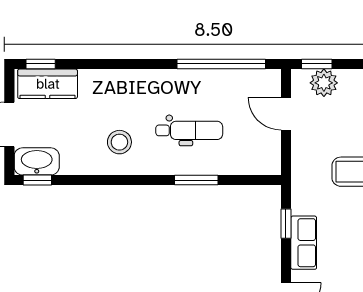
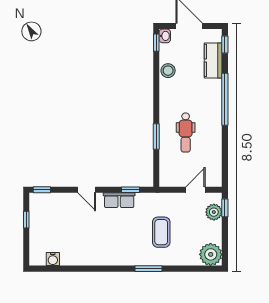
window: (221, 64) -> (225, 99), moved
kitchen counter: (48, 84) -> (213, 60), moved
stool: (119, 142) -> (168, 71), moved
washbasin: (37, 161) -> (165, 36), width x0.52, depth x0.69

